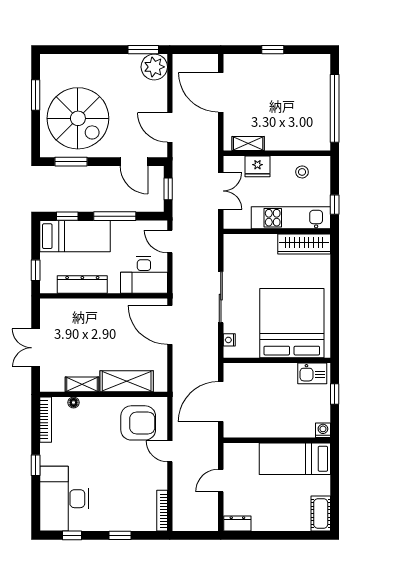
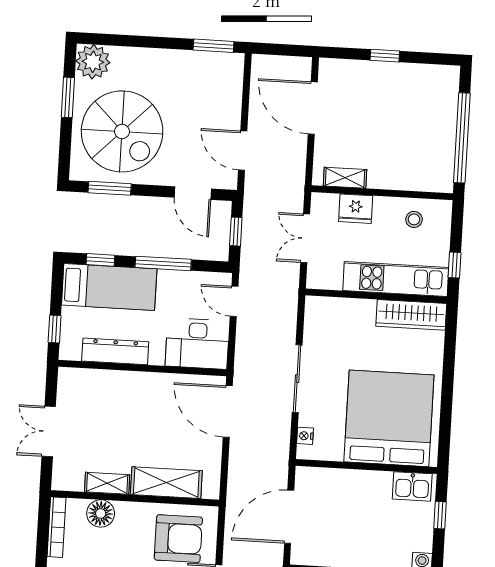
plant: (154, 67) -> (93, 62), moved
double door: (221, 191) -> (305, 238), swing flipped
floor lamp: (74, 402) -> (101, 513), width x1.89, depth x1.89

